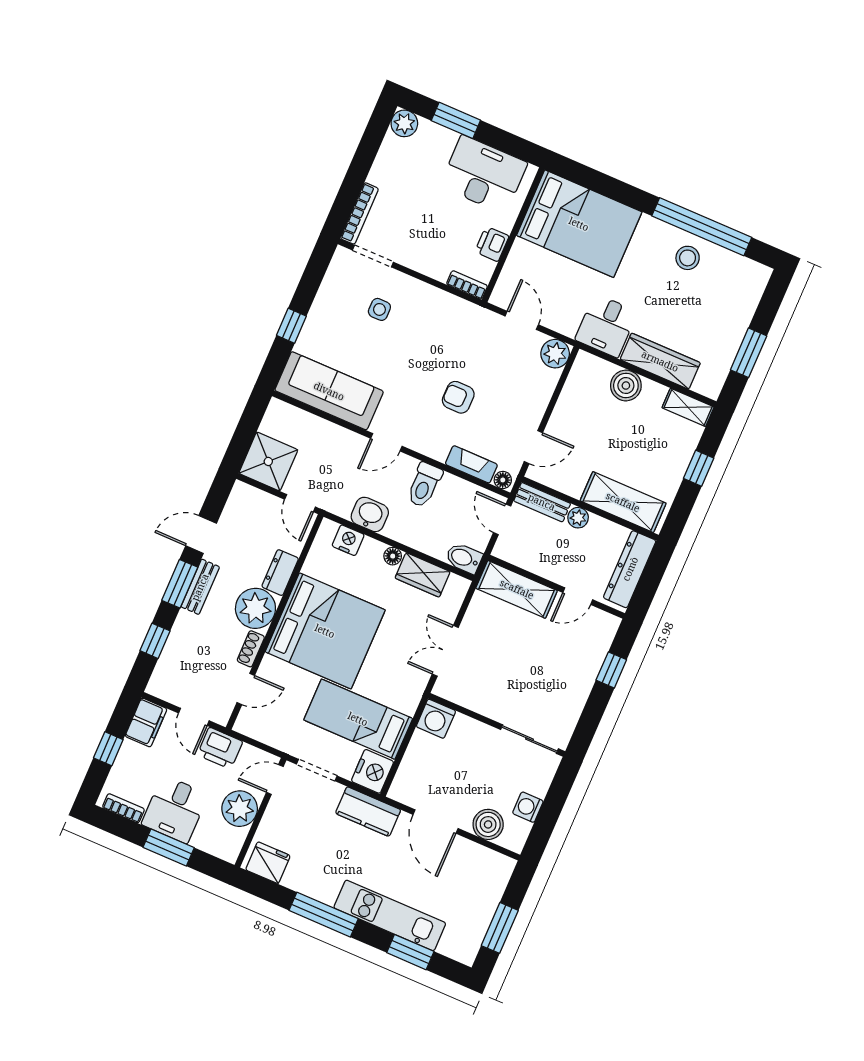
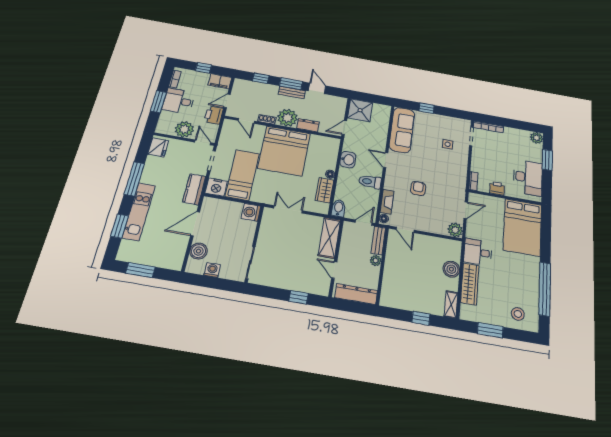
stool: (688, 258) -> (518, 314), moved
shelving: (623, 502) -> (391, 282), removed
nightstand: (348, 540) -> (332, 152), removed

